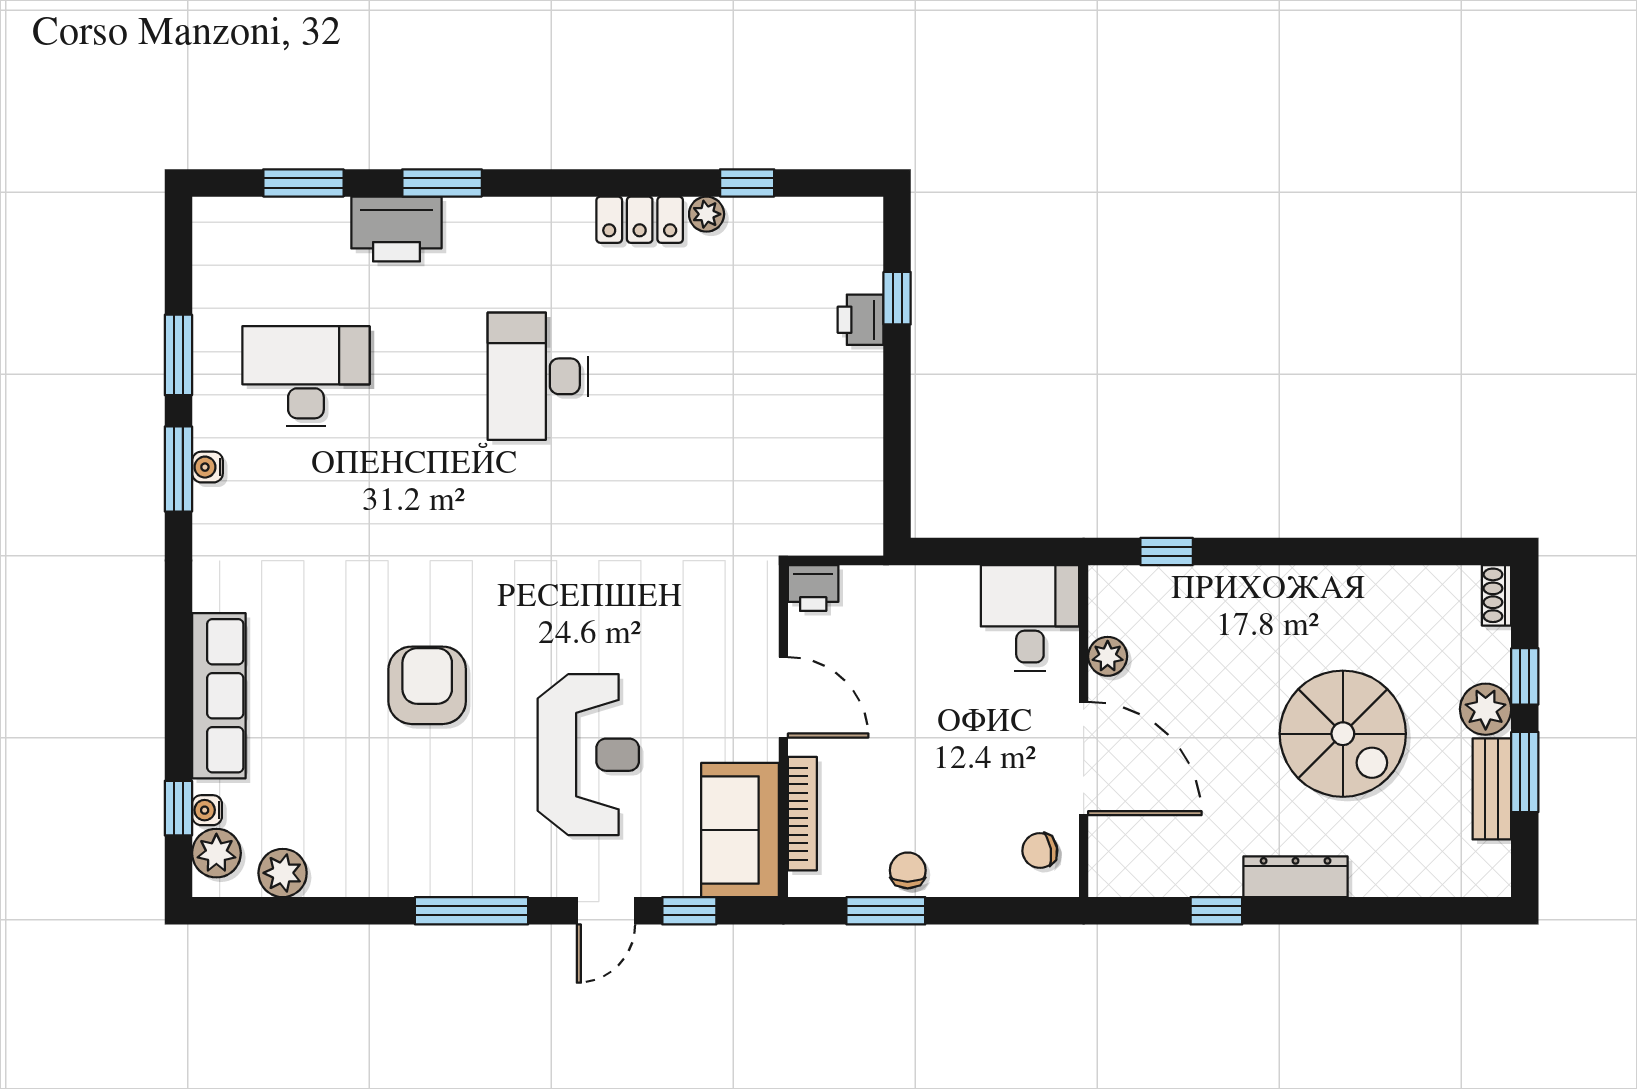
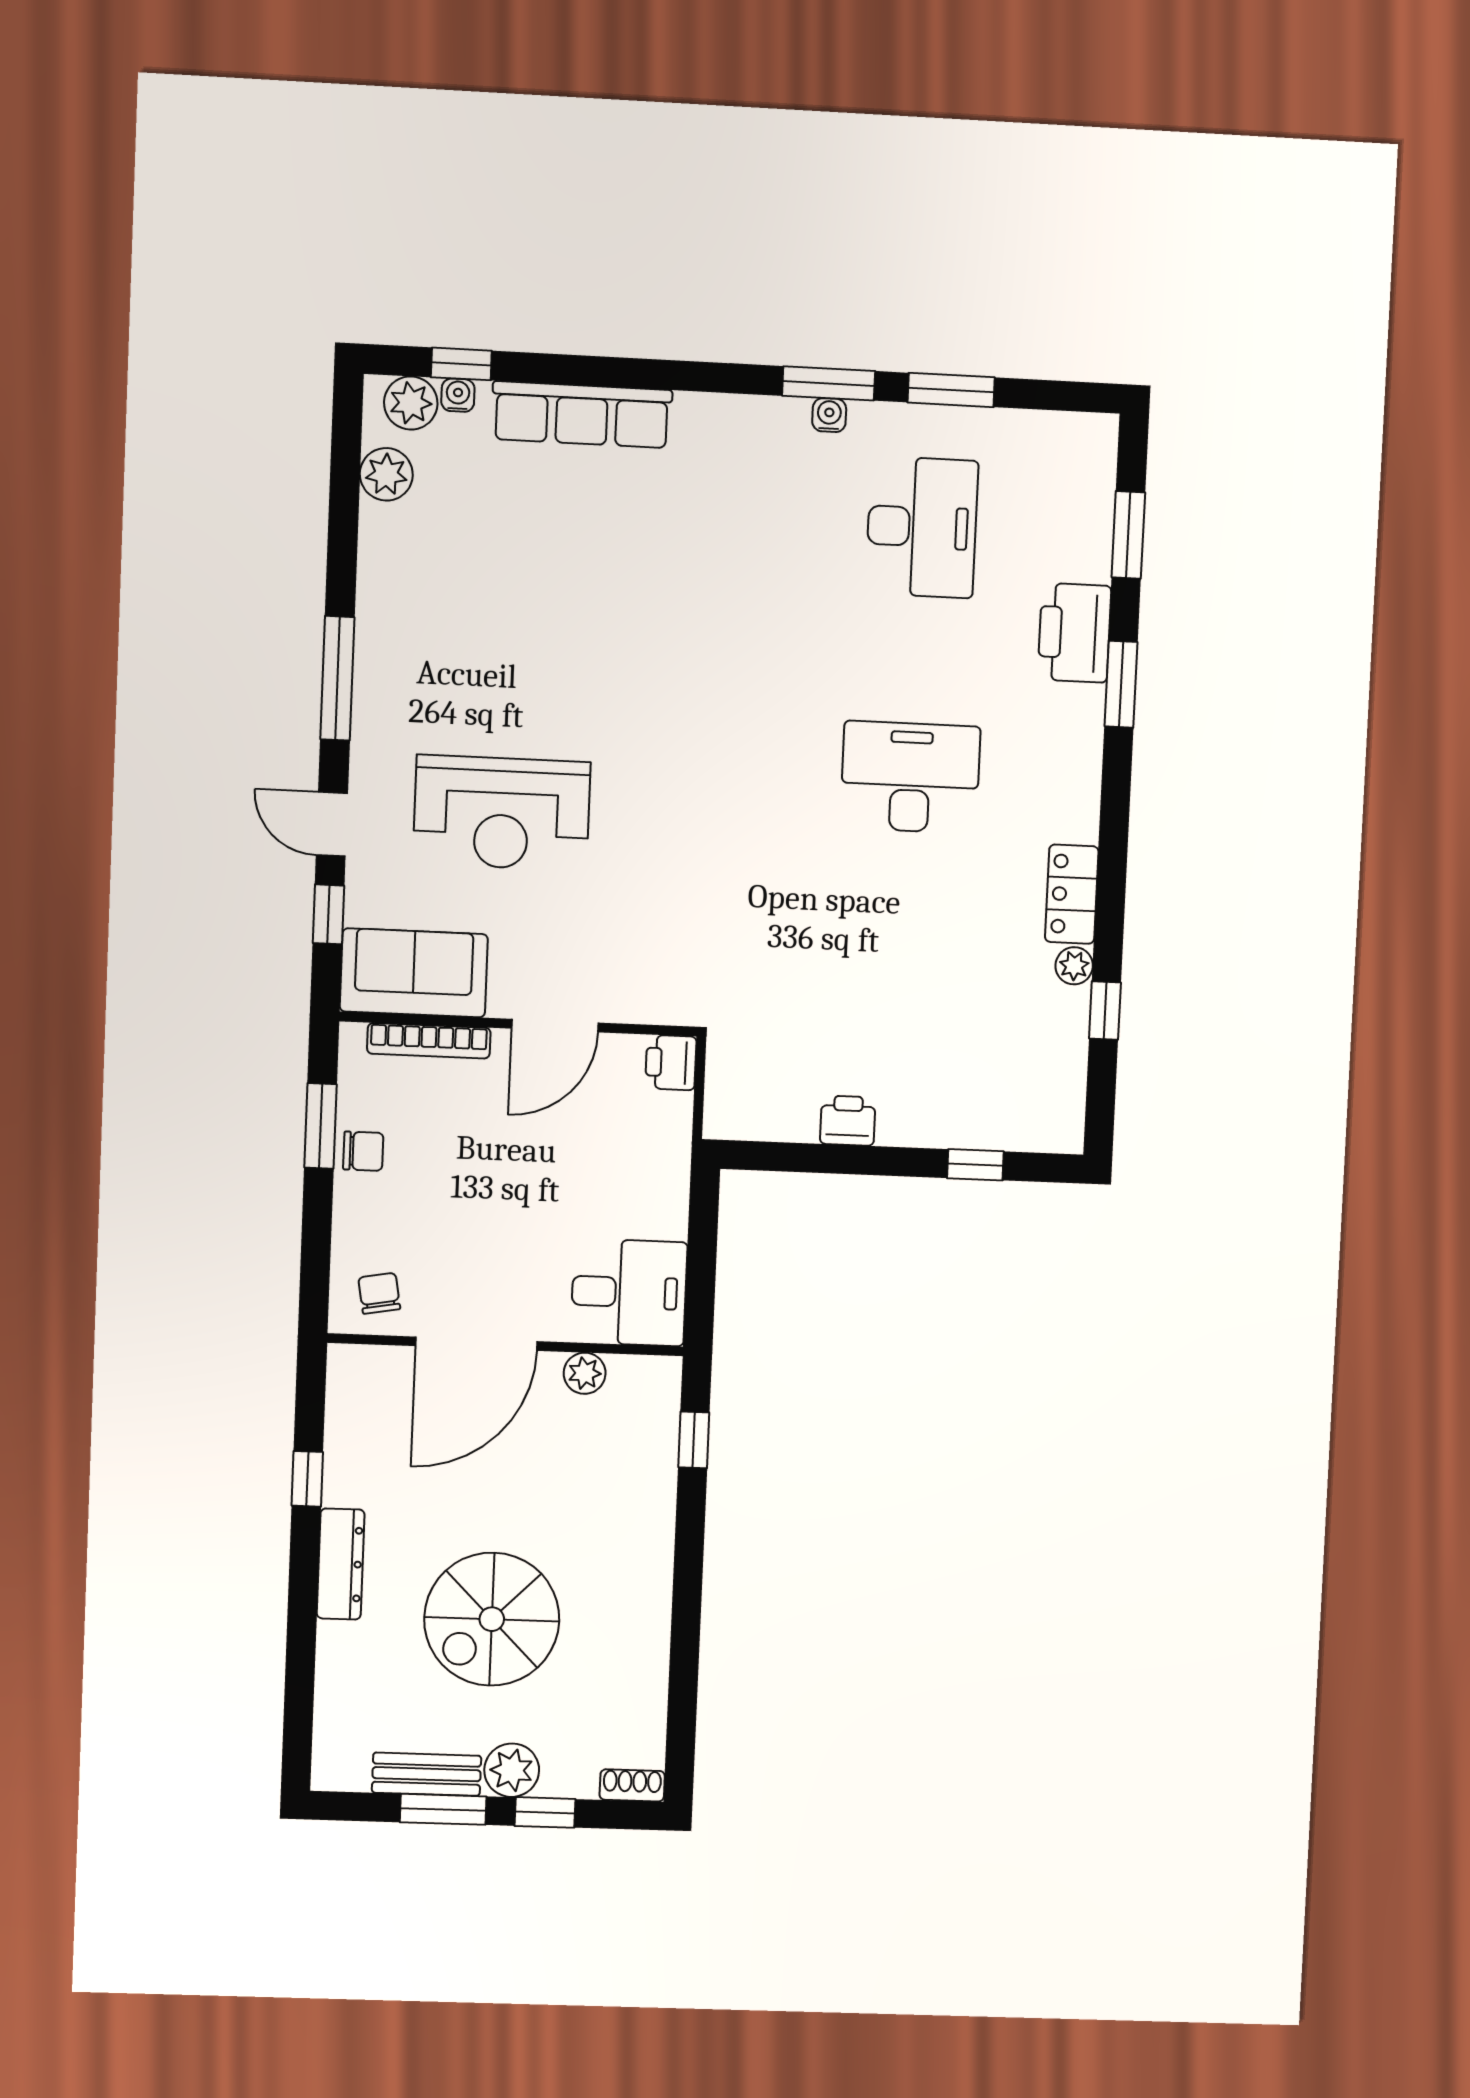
printer: (861, 320) -> (848, 1121), moved
armchair: (427, 685) -> (584, 642), removed

